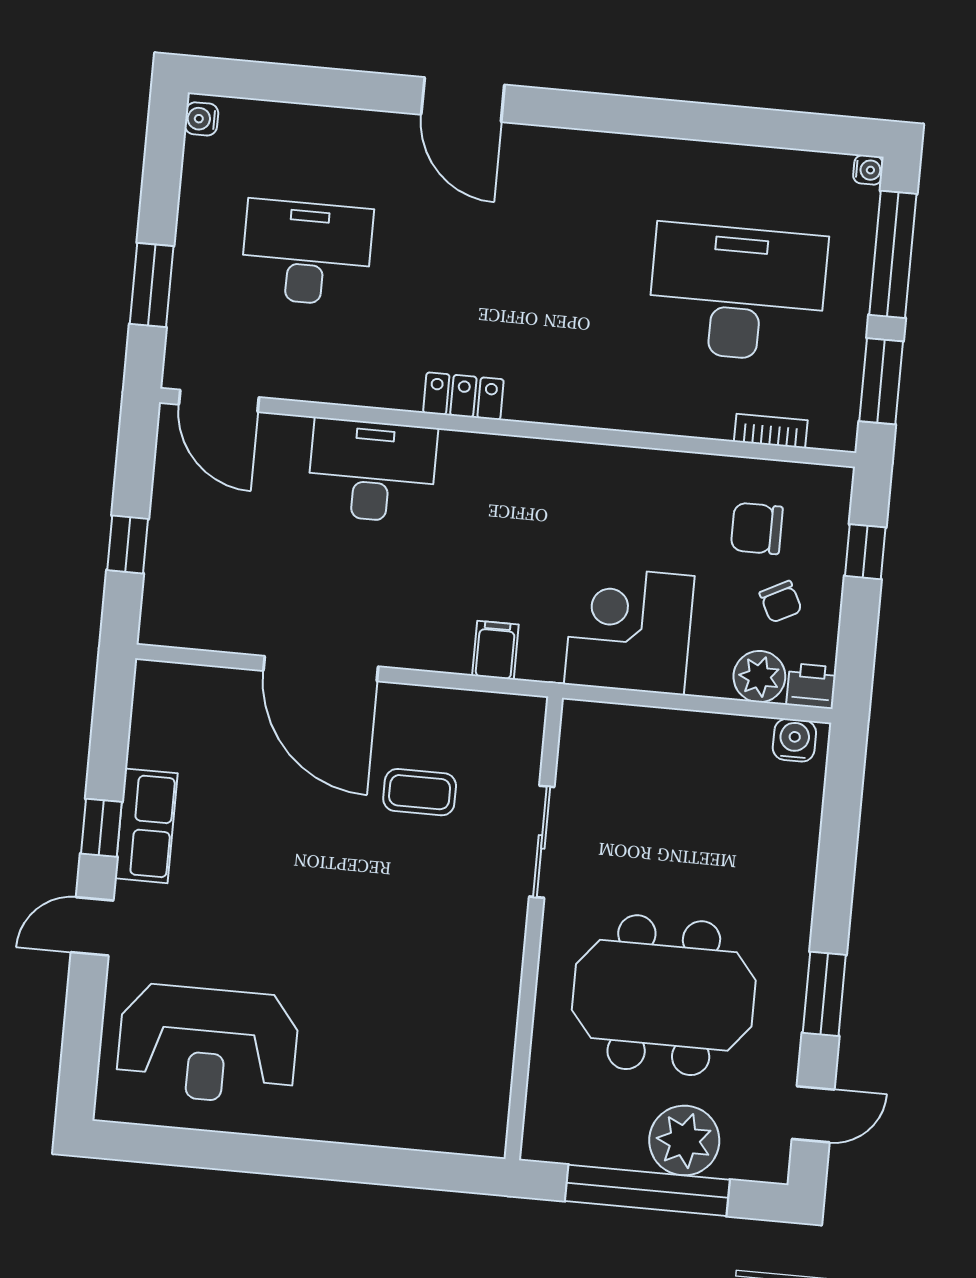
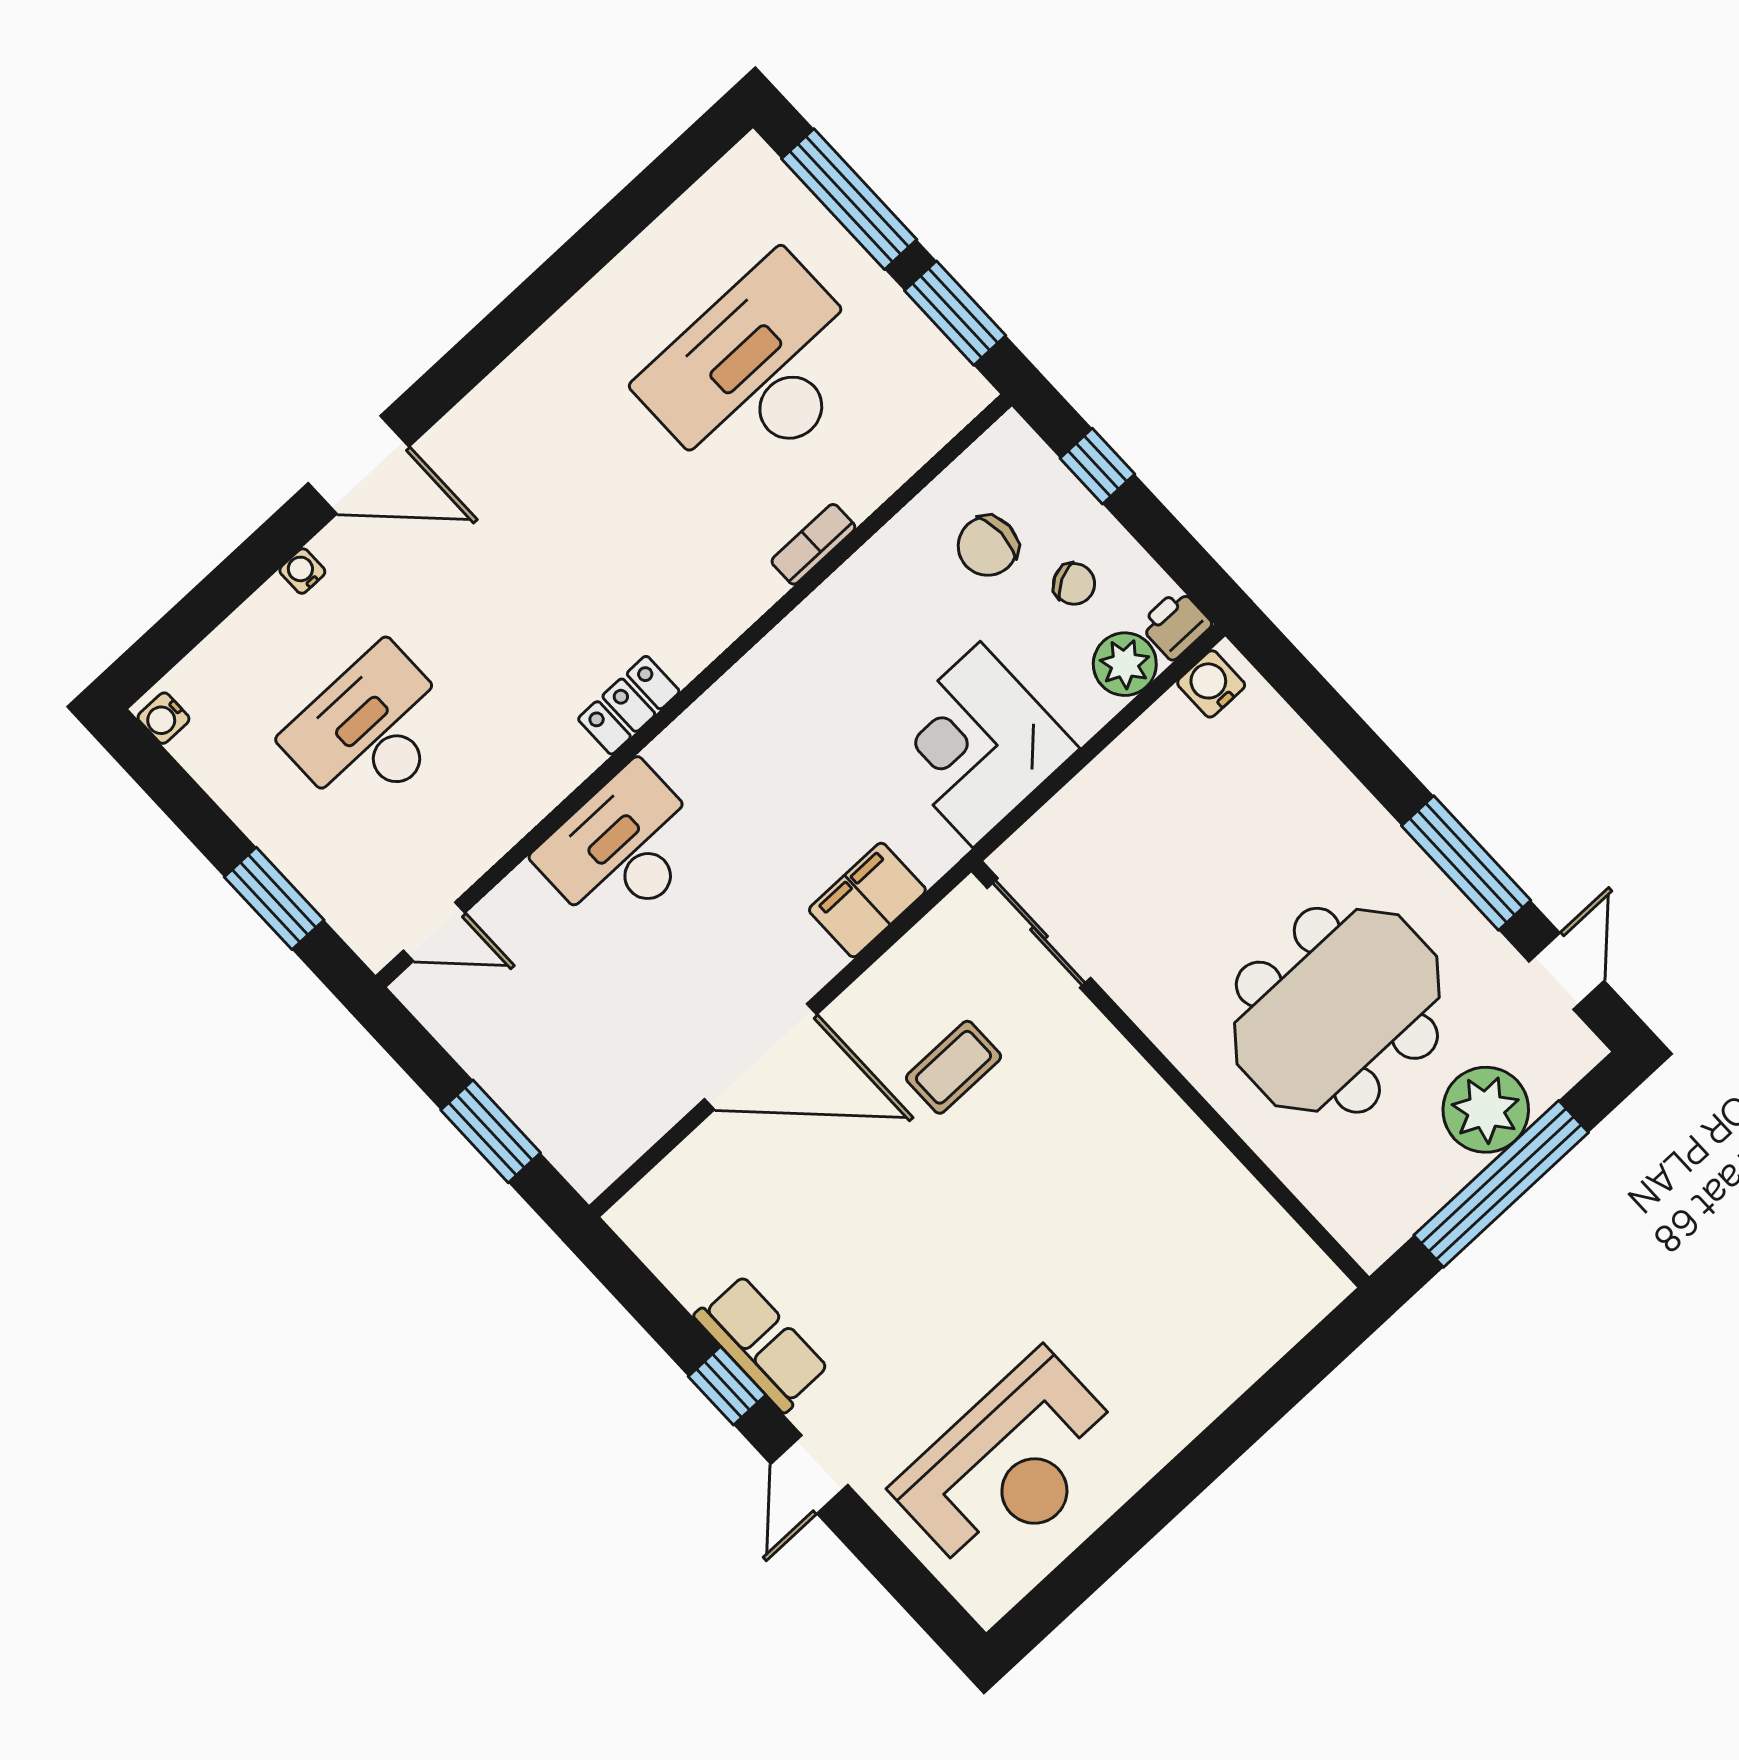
water cooler: (868, 170) -> (302, 571), moved, turned -90
door: (219, 401) -> (434, 932), width x0.73
bookcase: (771, 431) -> (813, 544), moved
window: (128, 544) -> (491, 1131), width x1.50
filing cabinet: (495, 650) -> (867, 900), width x2.00
sliding door: (542, 842) -> (1039, 933), moved
window: (824, 994) -> (1466, 863), width x1.44

